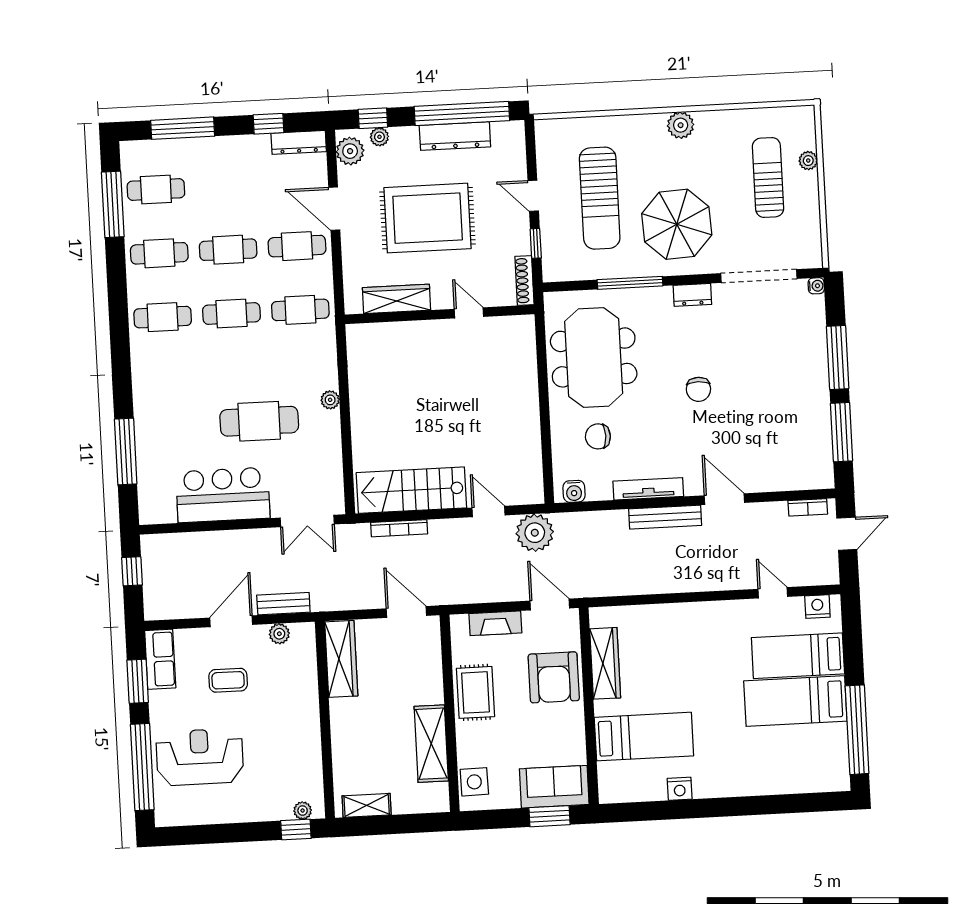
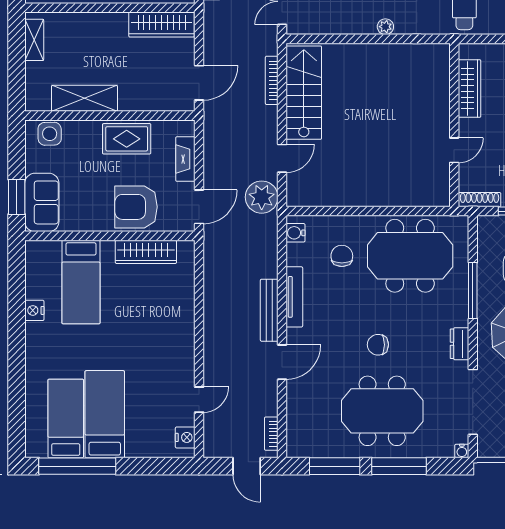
meeting table: (775, 380) -> (382, 411), added
bed: (798, 656) -> (66, 418), moved

